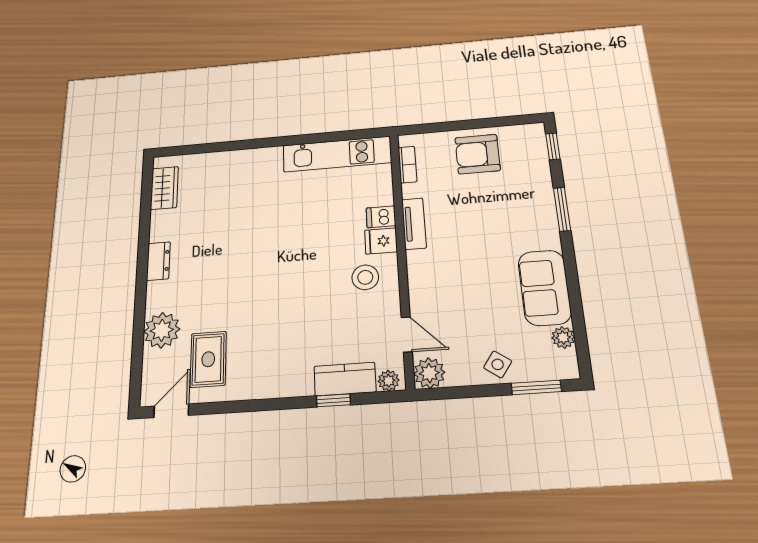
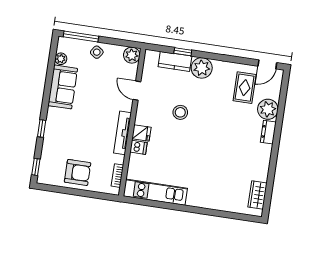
window: (562, 209) -> (42, 128), width x0.67
tv unit: (414, 224) -> (123, 133), width x1.41
dresser: (158, 261) -> (268, 132), moved
stool: (365, 277) -> (180, 112), moved
door: (407, 334) -> (137, 91), moved
plant: (389, 381) -> (202, 68), moved, width x1.88, depth x1.88
window: (536, 387) -> (81, 37), width x1.44

